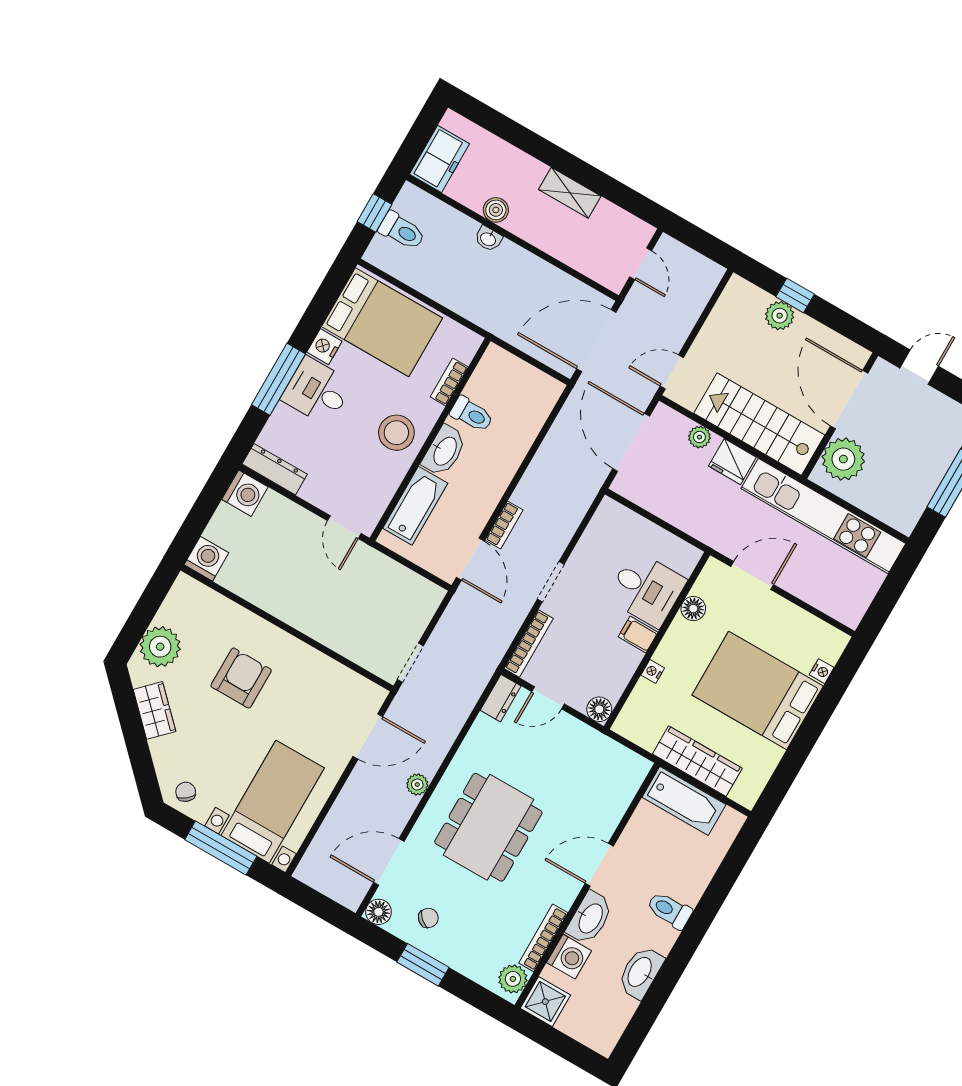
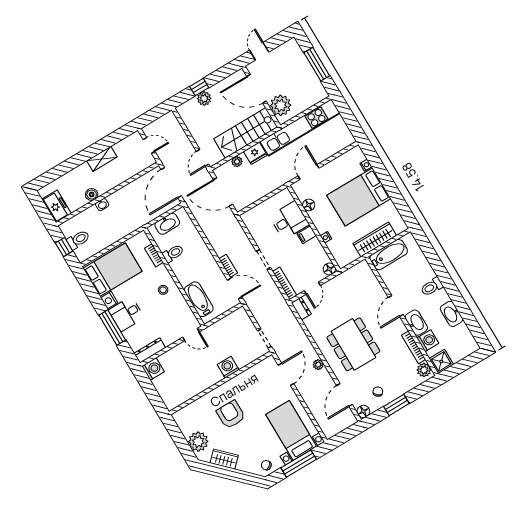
stool: (396, 433) -> (163, 290), width x0.53, depth x0.53
washbasin: (444, 451) -> (167, 224), moved, turned 90
washing machine: (206, 559) -> (228, 367), moved

